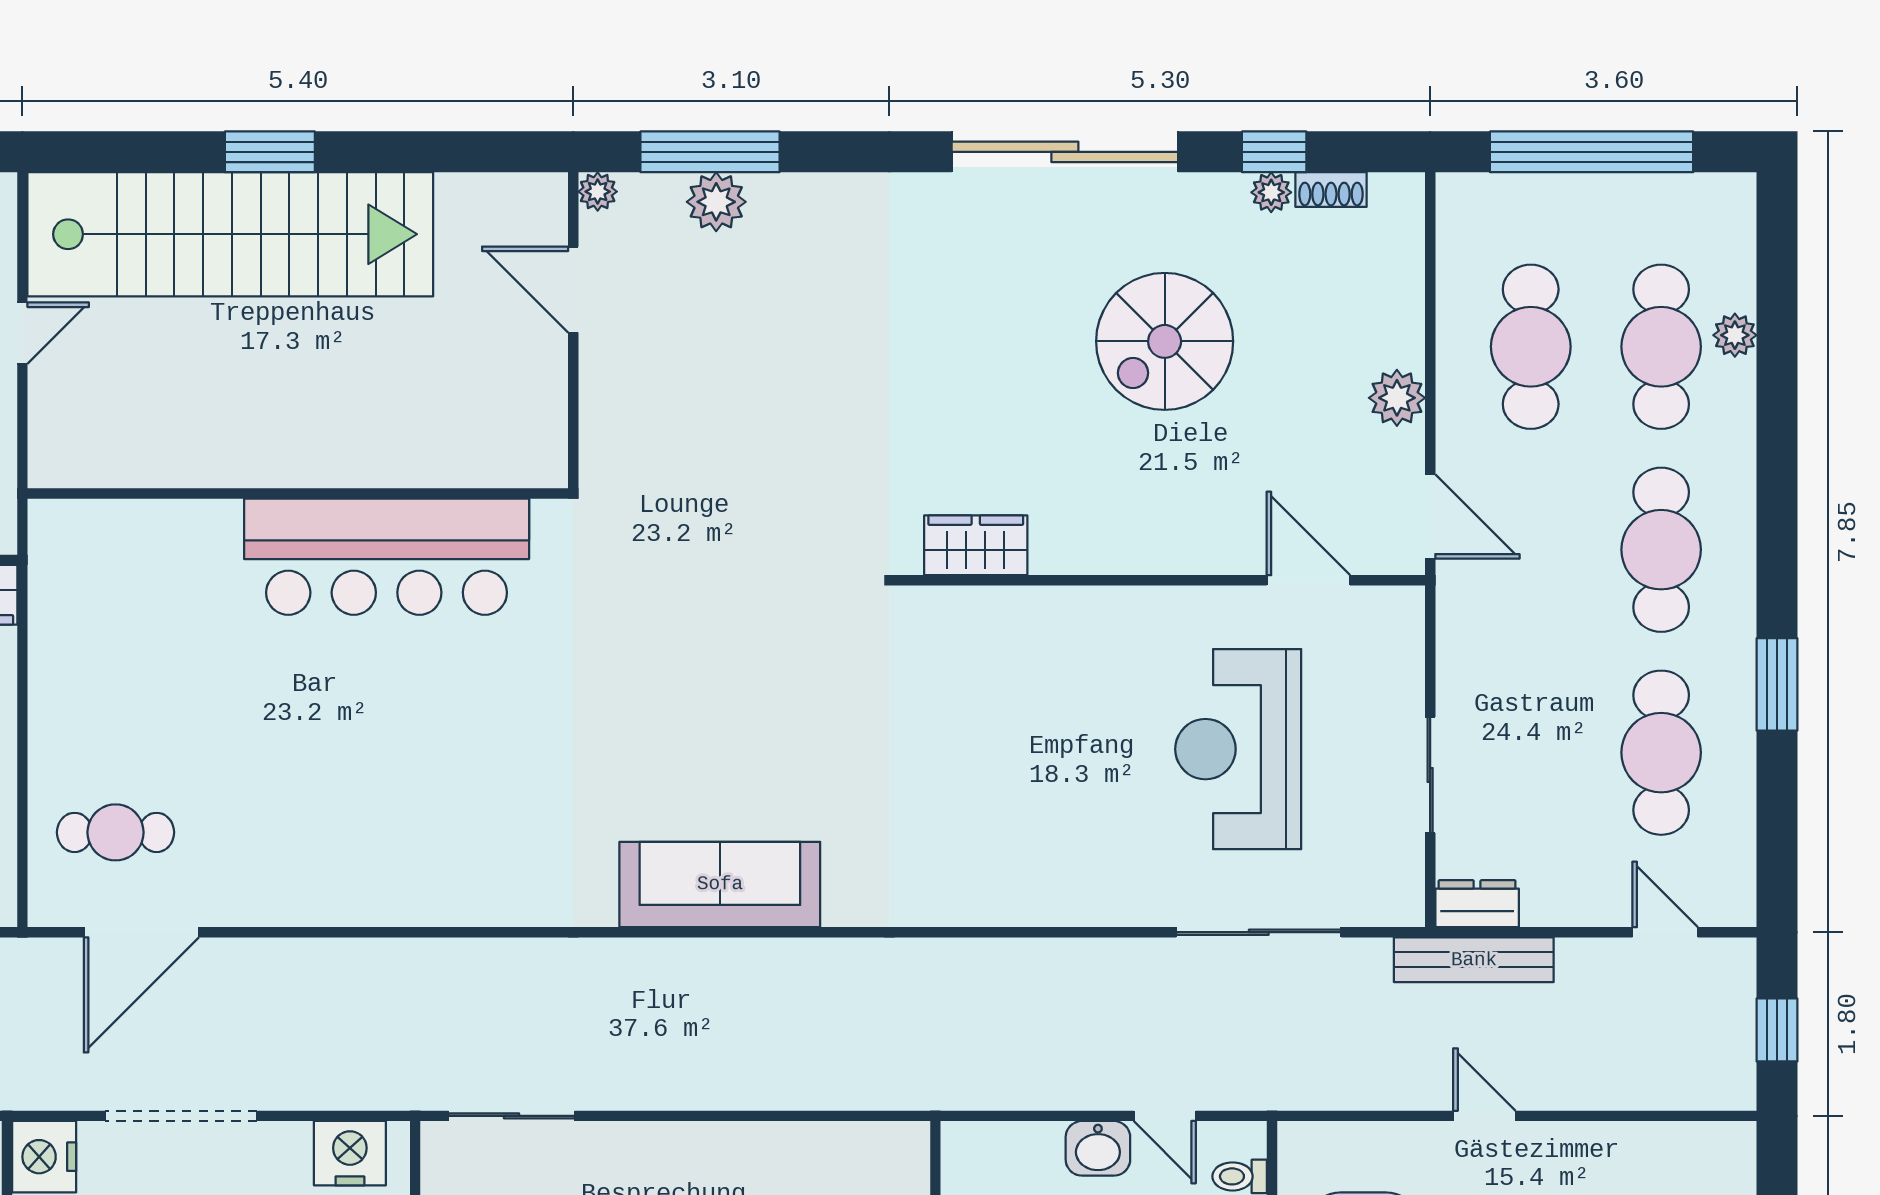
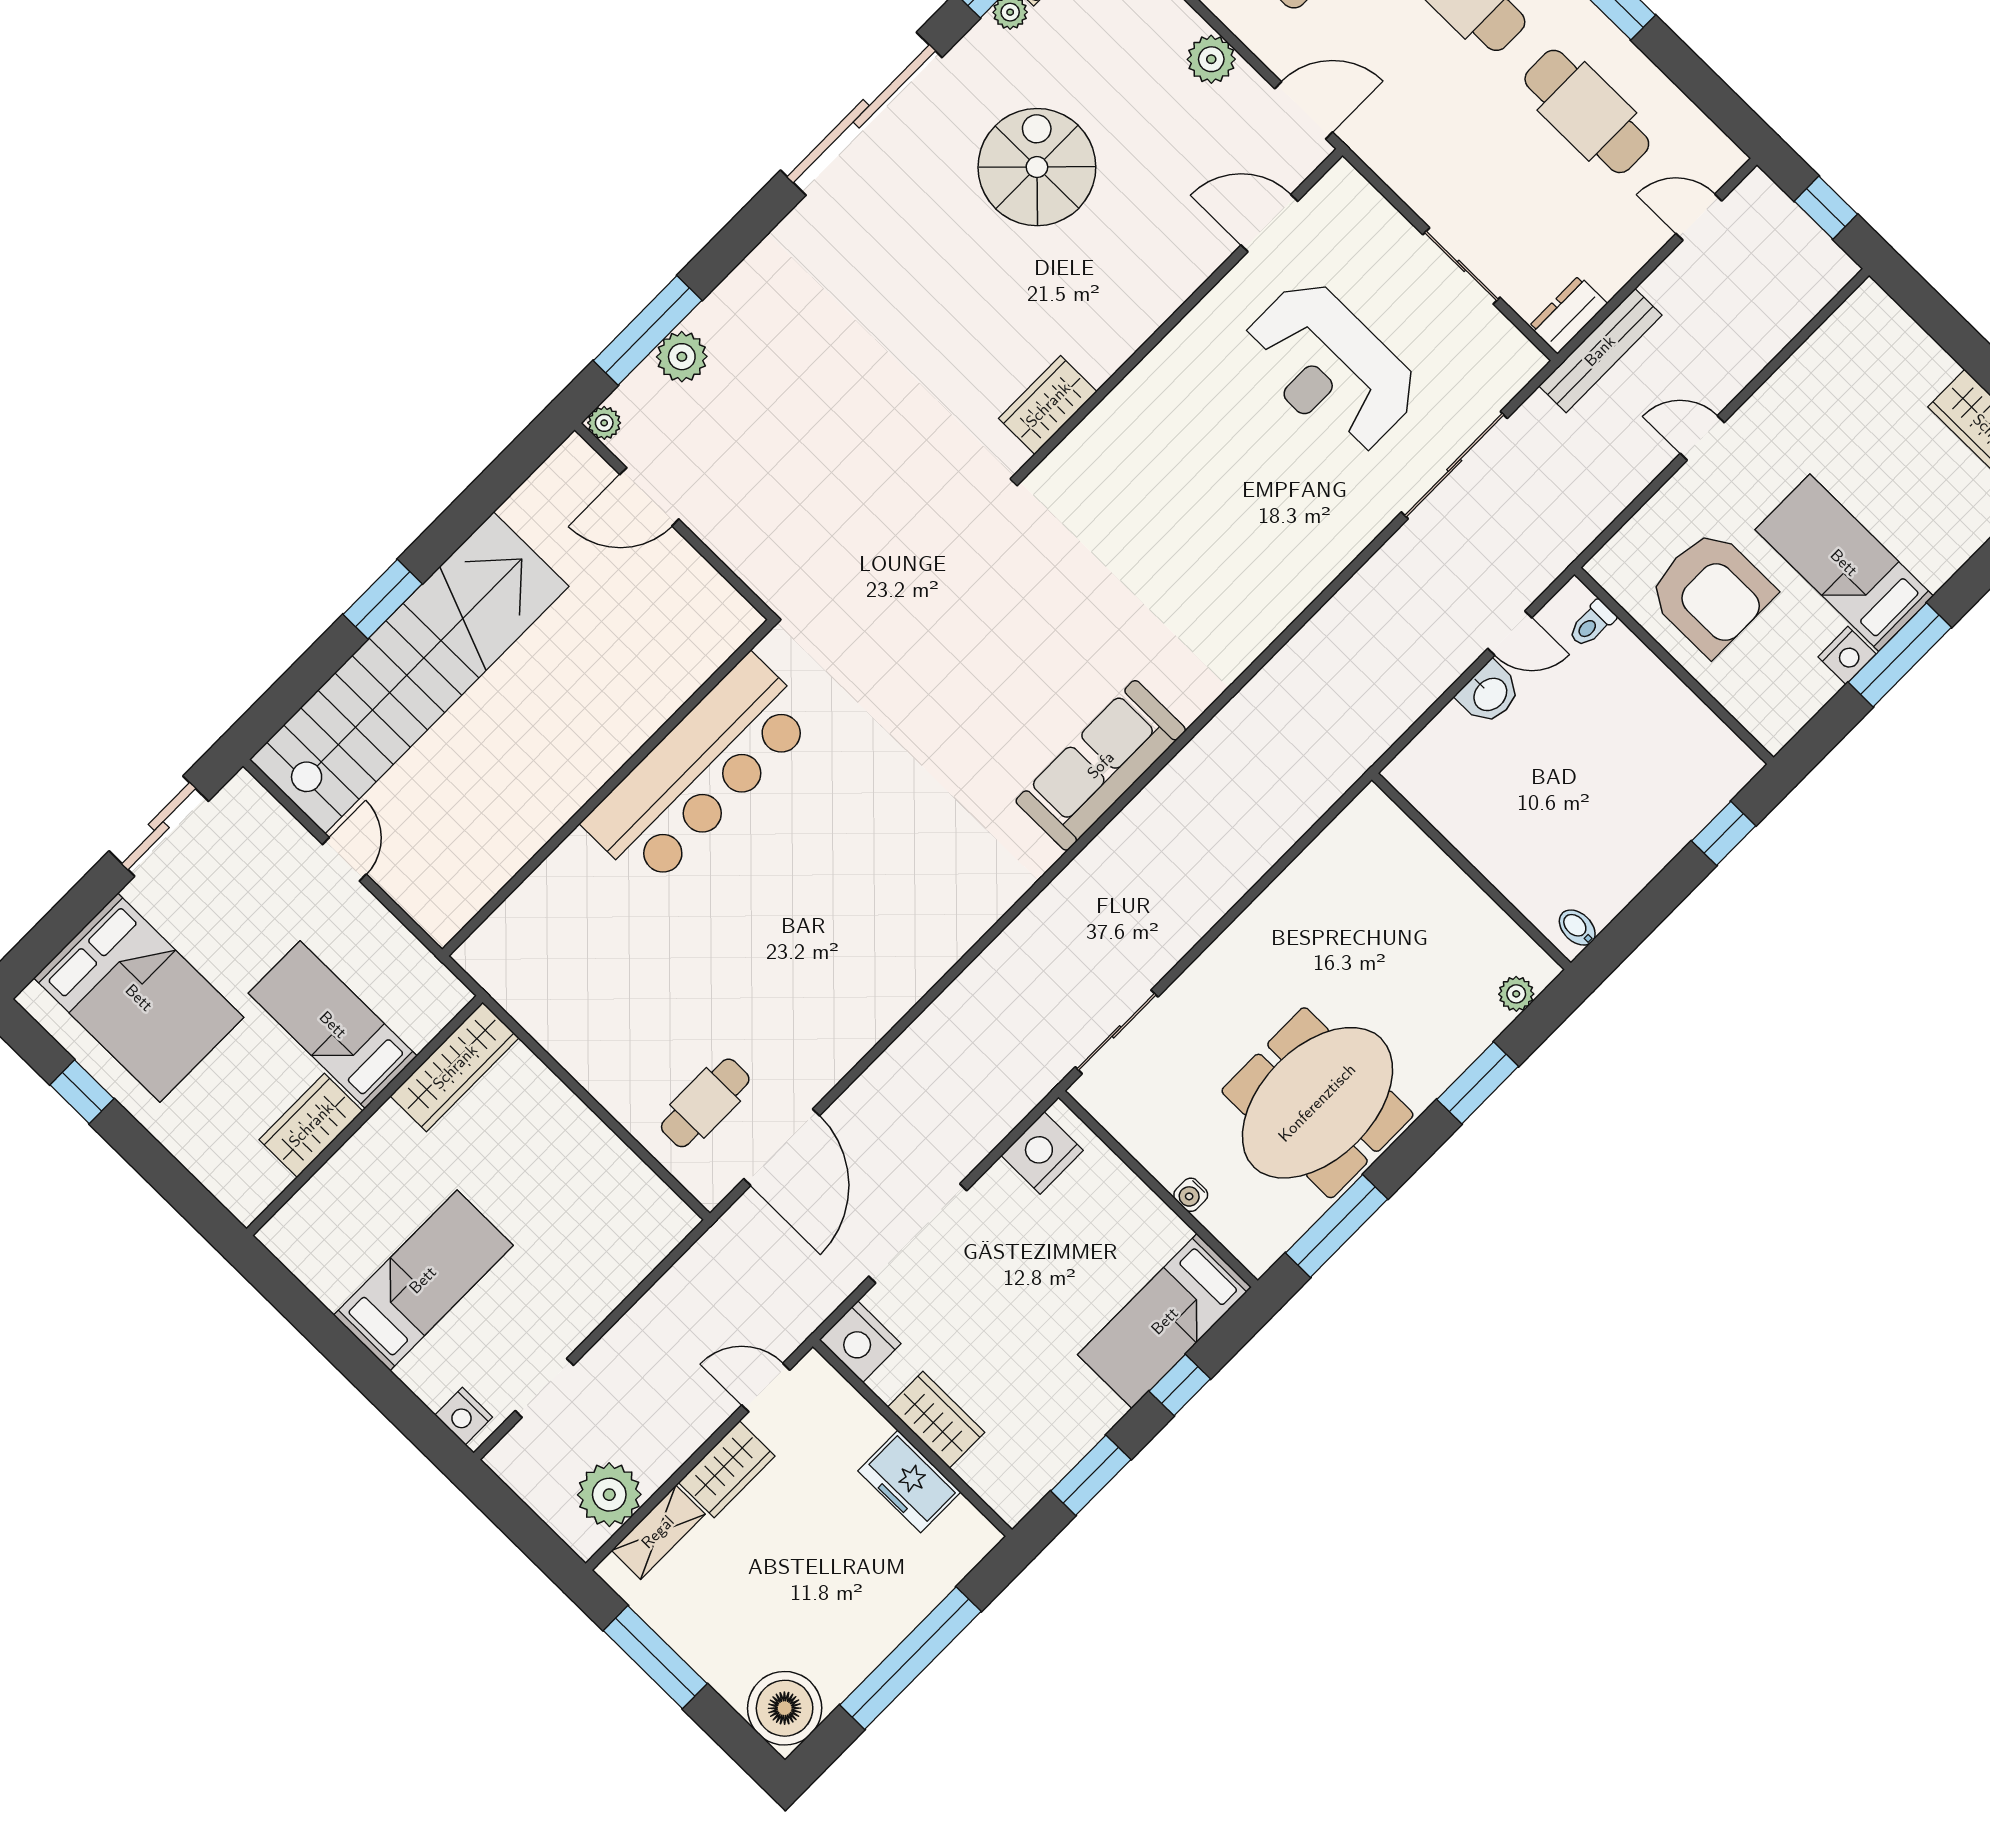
spiral stairs: (1165, 341) -> (1037, 167), turned 180

